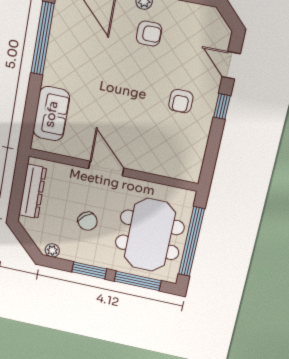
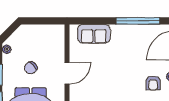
dresser: (33, 191) -> (43, 30), removed

